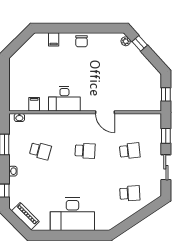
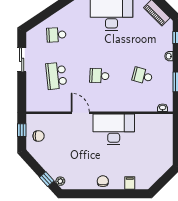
chair: (148, 88) -> (39, 136), added
desk: (64, 99) -> (114, 129), width x1.36, depth x1.30
filing cabinet: (34, 104) -> (148, 121), removed
window: (166, 136) -> (22, 90), removed
school desk: (130, 151) -> (56, 76), width x1.85

